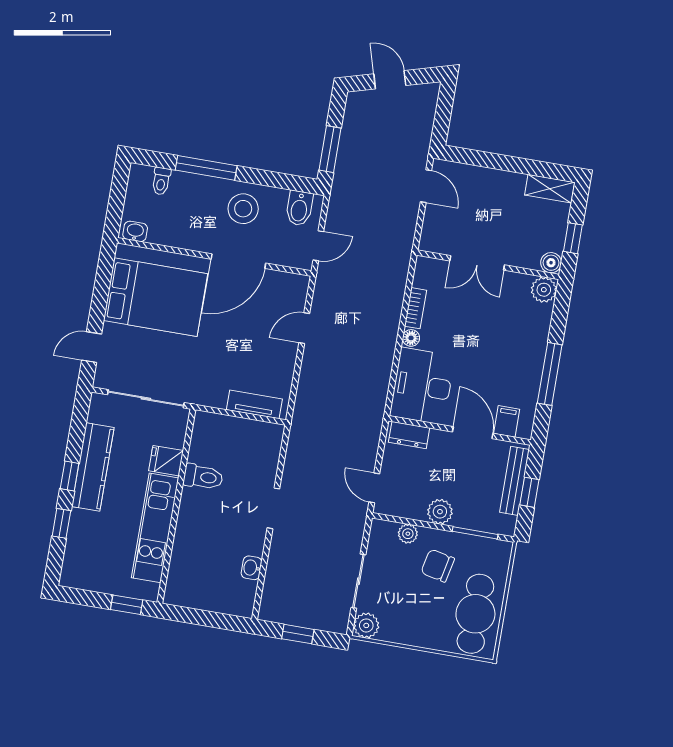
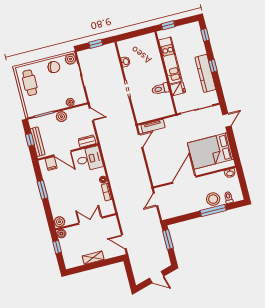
shelving: (550, 189) -> (93, 258), moved
bidet: (299, 208) -> (170, 211), removed
stool: (243, 209) -> (213, 199), moved
door: (304, 328) -> (141, 141), moved
window: (550, 374) -> (42, 190), width x0.69
desk: (422, 386) -> (89, 159), width x0.73
window: (61, 523) -> (205, 35), moved
chair: (438, 566) -> (54, 67), moved
cafe table: (475, 614) -> (30, 83), width x0.73, depth x0.74

